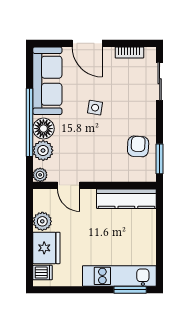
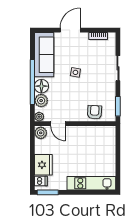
door: (87, 43) -> (70, 30), swing flipped
sliding door: (160, 81) -> (118, 68), moved
armchair: (138, 146) -> (95, 112), moved
kitchen counter: (126, 199) -> (96, 132), removed
plant: (42, 221) -> (41, 133), moved
window: (130, 290) -> (48, 192), moved

